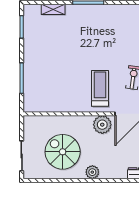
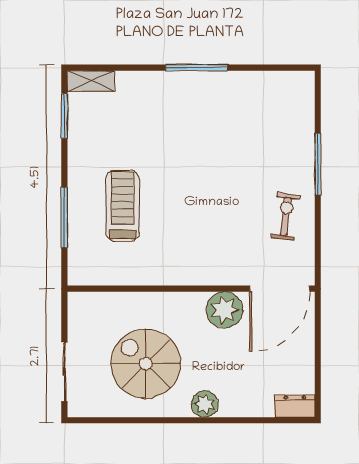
shelving: (53, 9) -> (91, 81), moved
treadmill: (100, 88) -> (122, 206), moved

